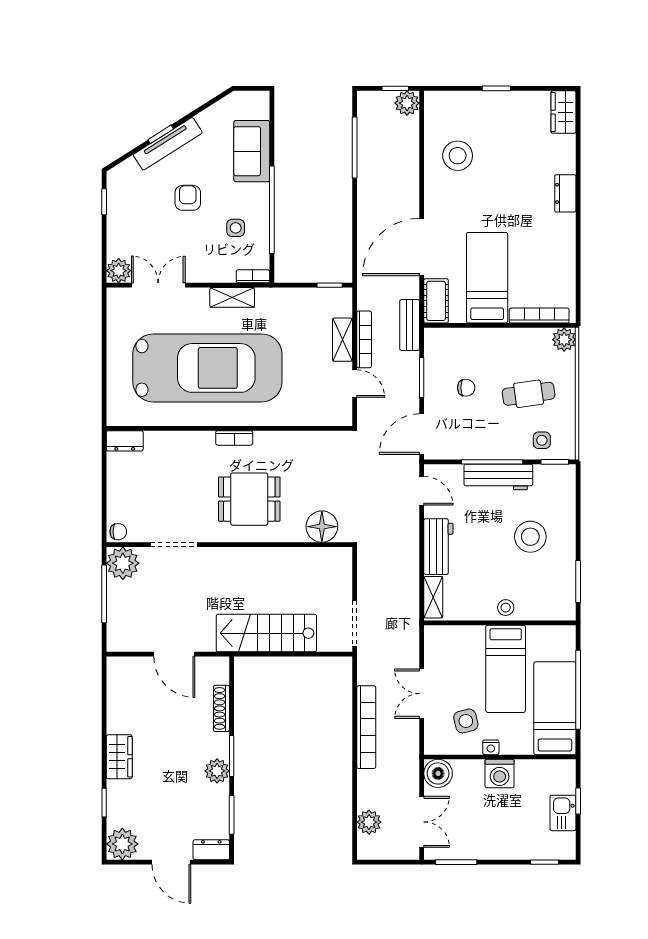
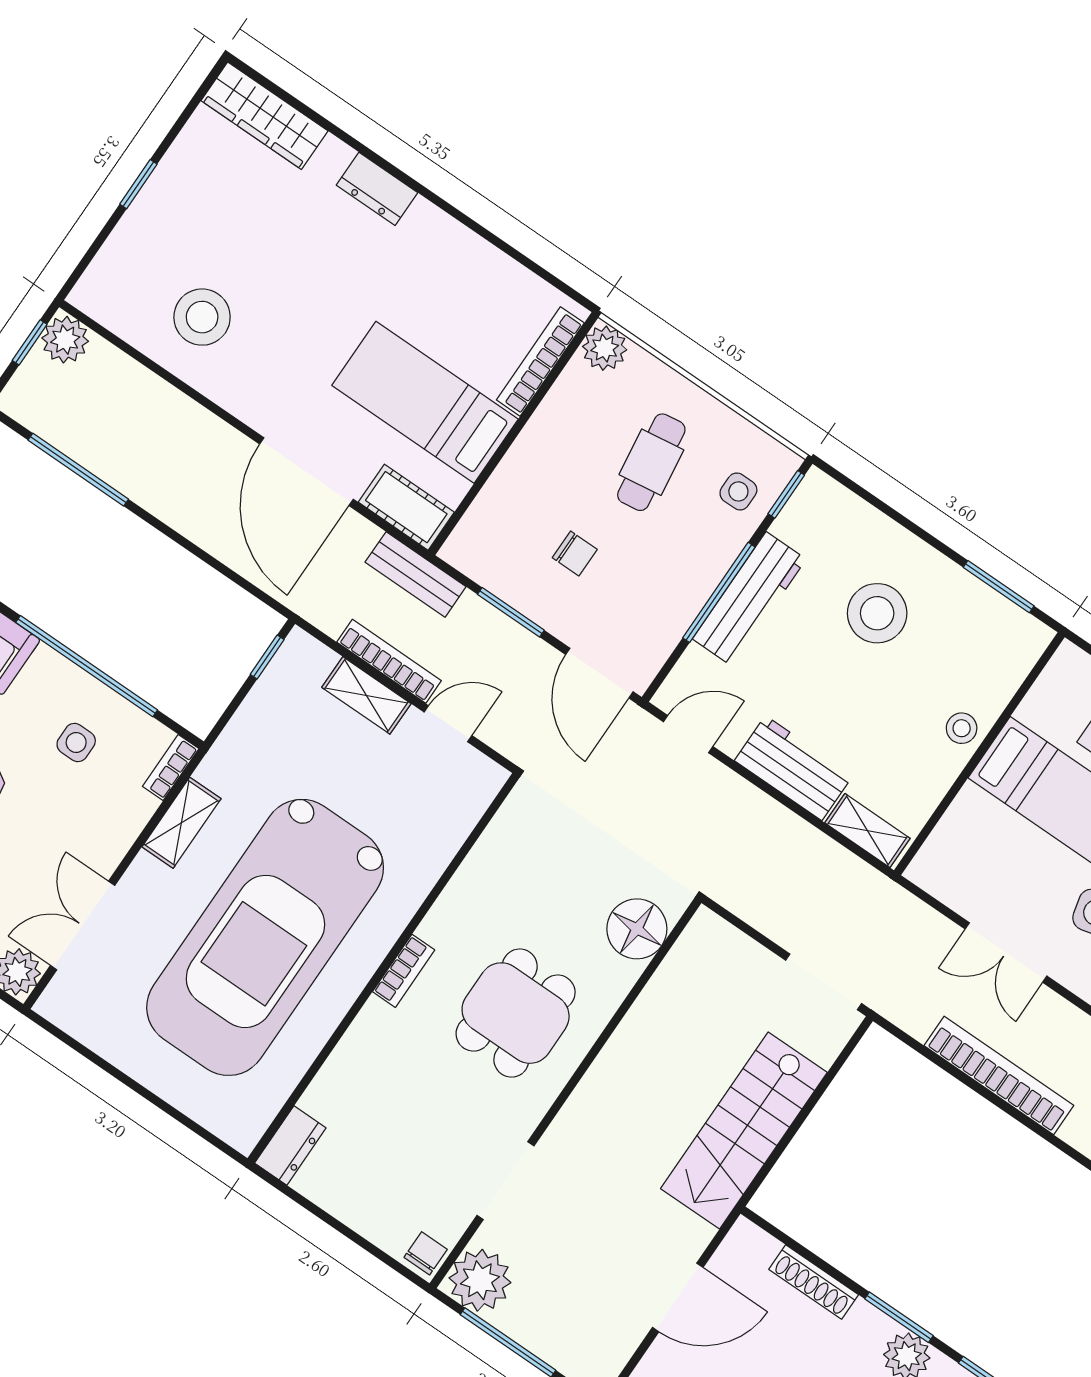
wardrobe: (564, 112) -> (264, 116), width x1.50
car: (207, 368) -> (265, 937), turned 180
chair: (466, 388) -> (575, 553), turned 90

